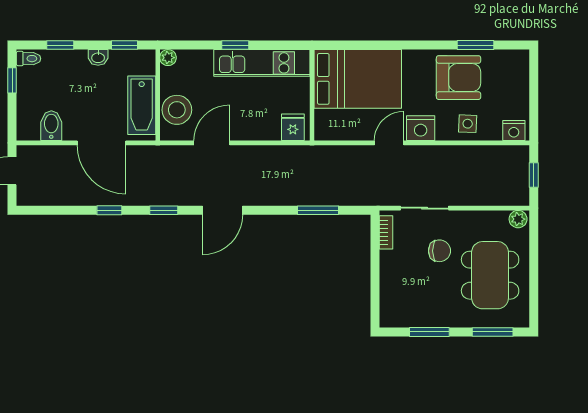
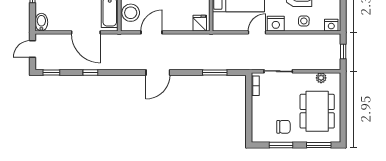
bidet: (51, 126) -> (41, 22), moved
window: (164, 210) -> (51, 73), moved
plant: (518, 219) -> (321, 78), moved
chair: (439, 251) -> (283, 127), moved

